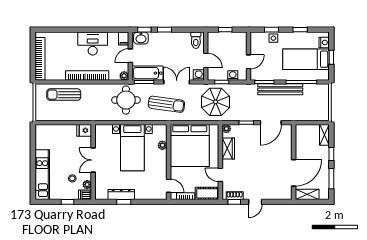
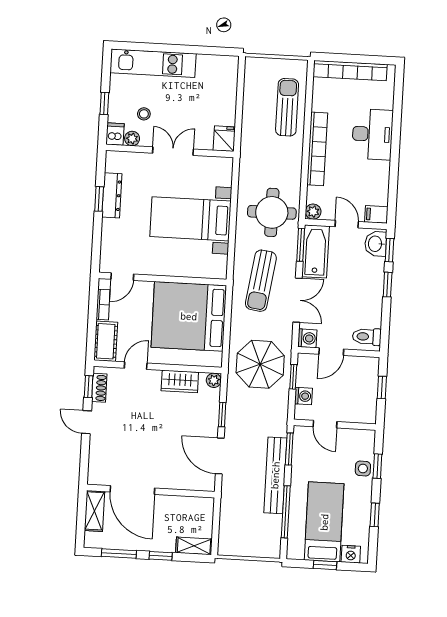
desk: (93, 44) -> (372, 134), moved
plant: (162, 145) -> (192, 270), removed

